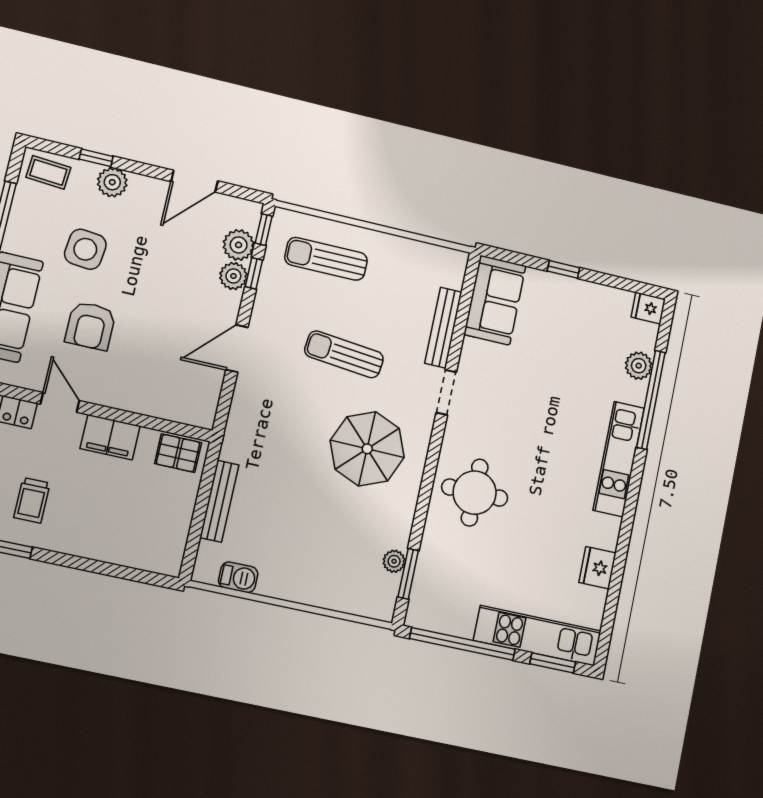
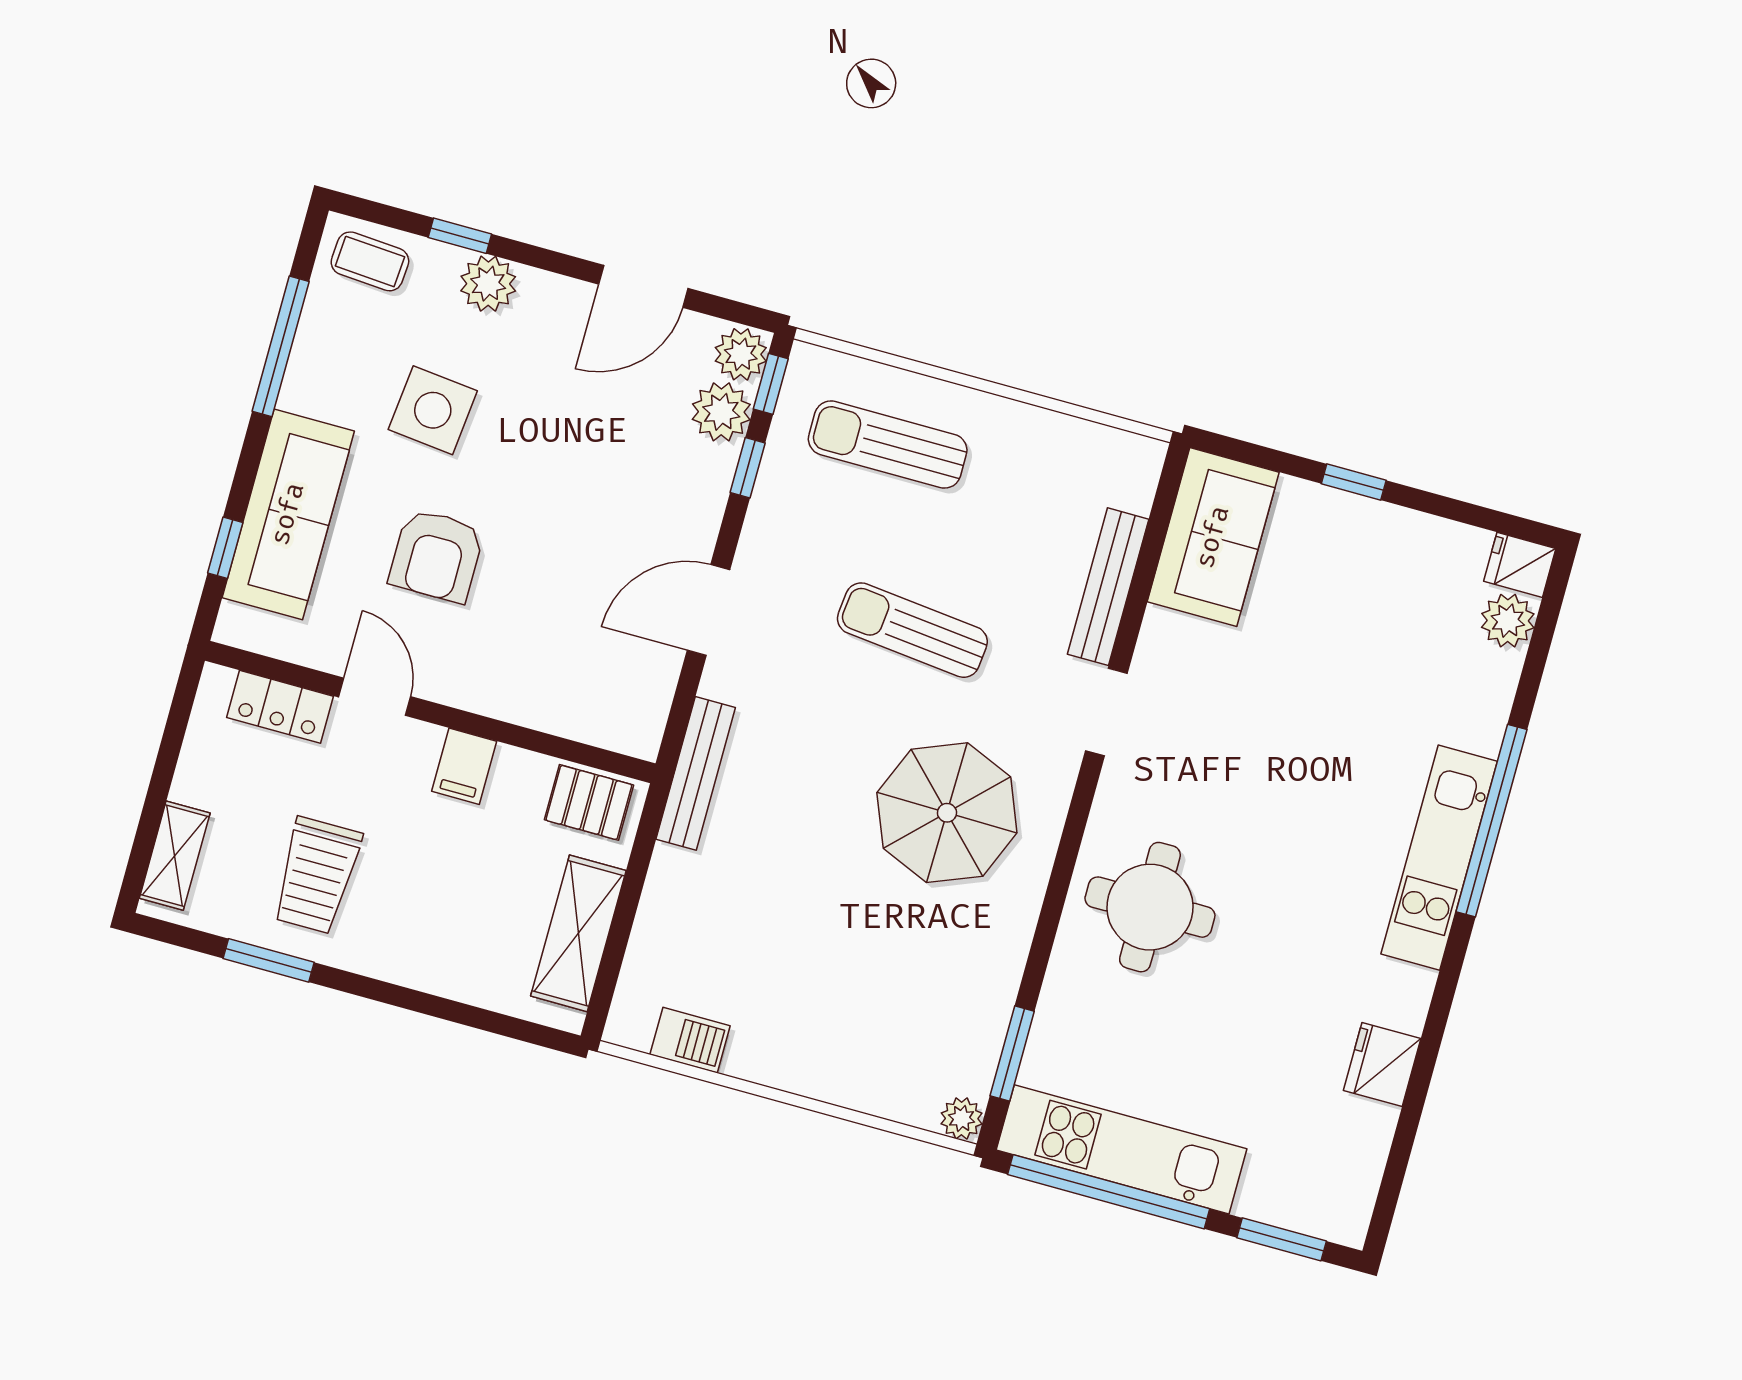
plant: (233, 276) -> (741, 354), moved
plant: (639, 366) -> (1508, 621), moved
window: (651, 400) -> (1492, 821), moved
filing cabinet: (110, 437) -> (464, 766), width x0.50
trolley: (32, 500) -> (317, 875), width x1.36, depth x1.39
bench: (219, 501) -> (696, 773), moved
shelving: (176, 523) -> (578, 933), added
plant: (394, 561) -> (962, 1118), moved
kitchen unit: (537, 636) -> (1122, 1149), moved

